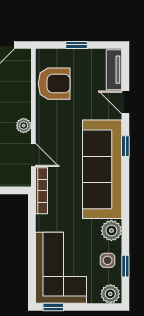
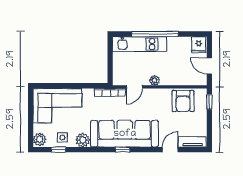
window: (76, 45) -> (209, 102), moved
window: (125, 146) -> (123, 150), moved
window: (53, 307) -> (31, 100), removed

